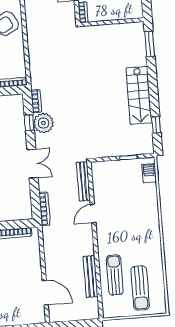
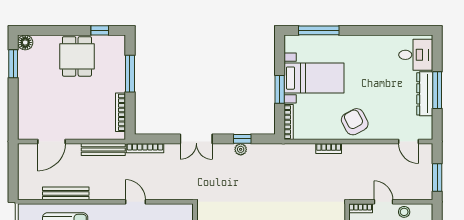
bookcase: (36, 101) -> (329, 148), moved
plant: (43, 123) -> (241, 149), width x0.53, depth x0.53
bench: (83, 181) -> (103, 149), moved

